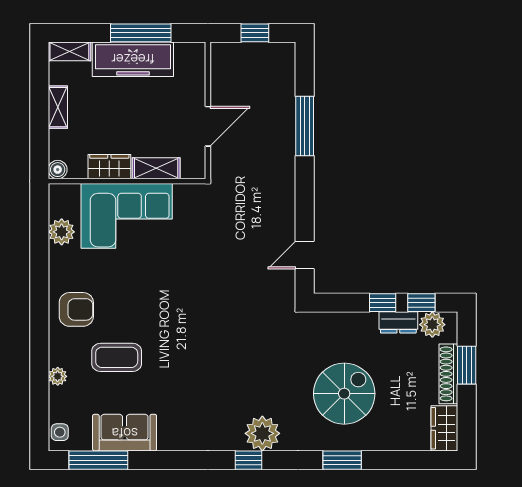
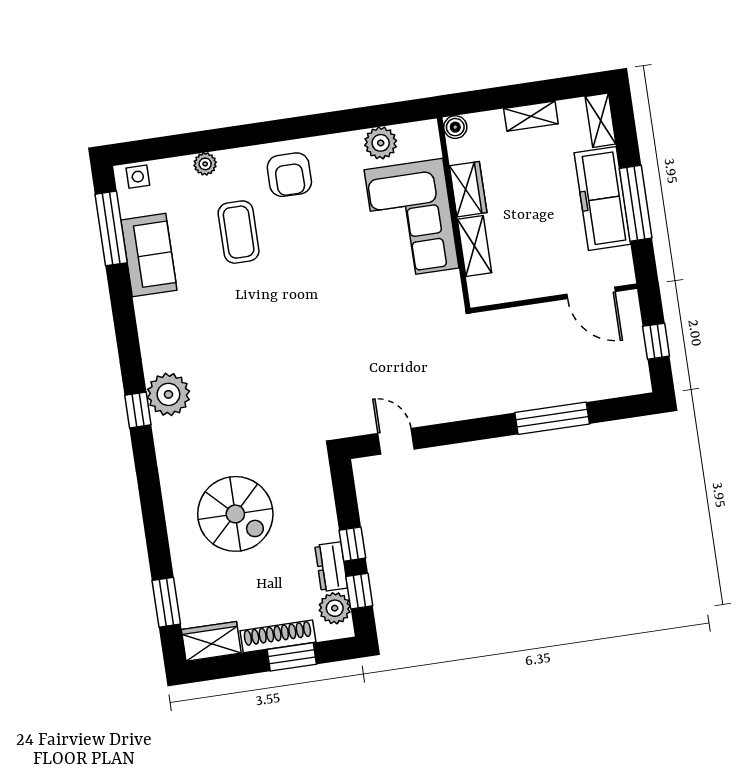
door: (208, 126) -> (591, 293), moved
plant: (262, 433) -> (168, 394), moved
window: (342, 460) -> (166, 602), moved

